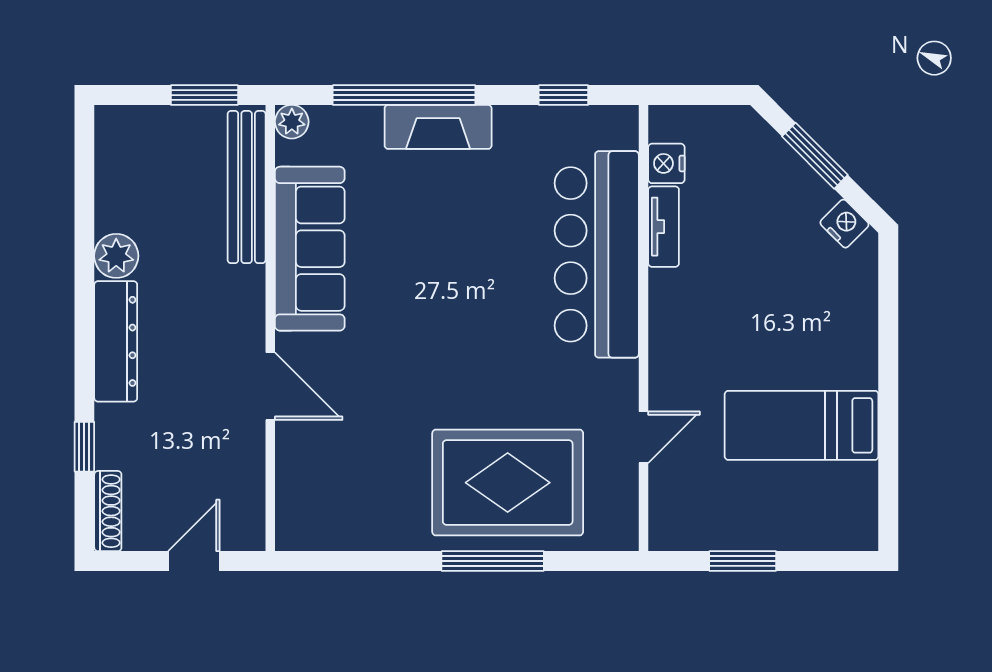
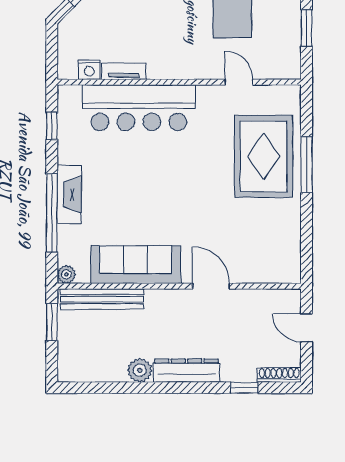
door: (270, 386) -> (211, 286), hinge flipped

